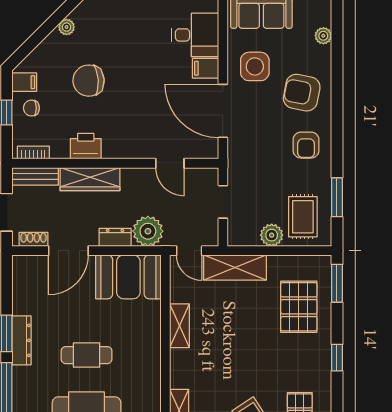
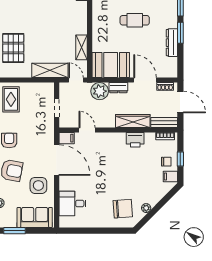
filing cabinet: (206, 68) -> (67, 138), moved
chair: (89, 81) -> (123, 209), moved
plant: (272, 235) -> (29, 89), removed
door: (68, 251) -> (145, 80), hinge flipped
shelving: (179, 326) -> (82, 47), moved
dresser: (21, 340) -> (172, 43), moved

